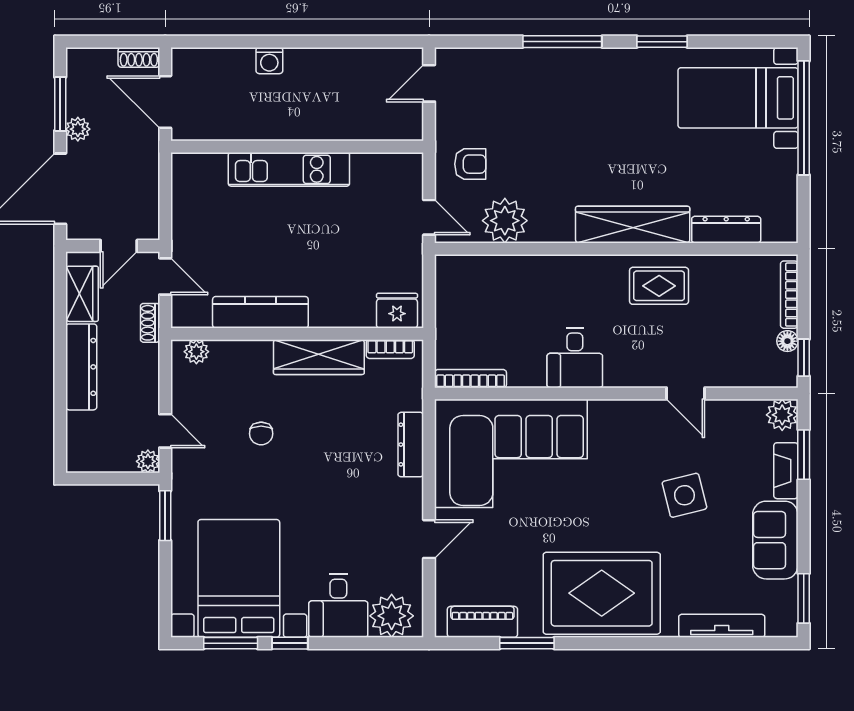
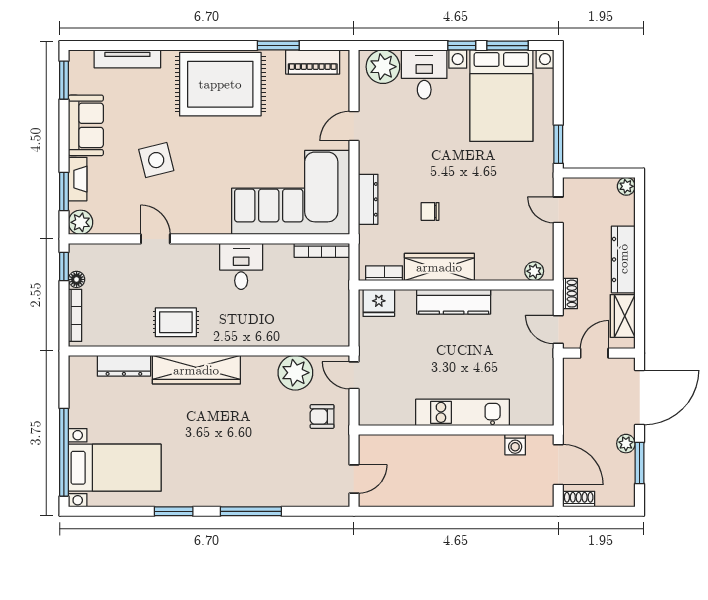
washing machine: (269, 61) -> (515, 445), moved, turned 180
kitchen counter: (260, 312) -> (454, 302), moved
chair: (261, 434) -> (430, 211), moved, turned -90
plant: (148, 461) -> (626, 186), moved

